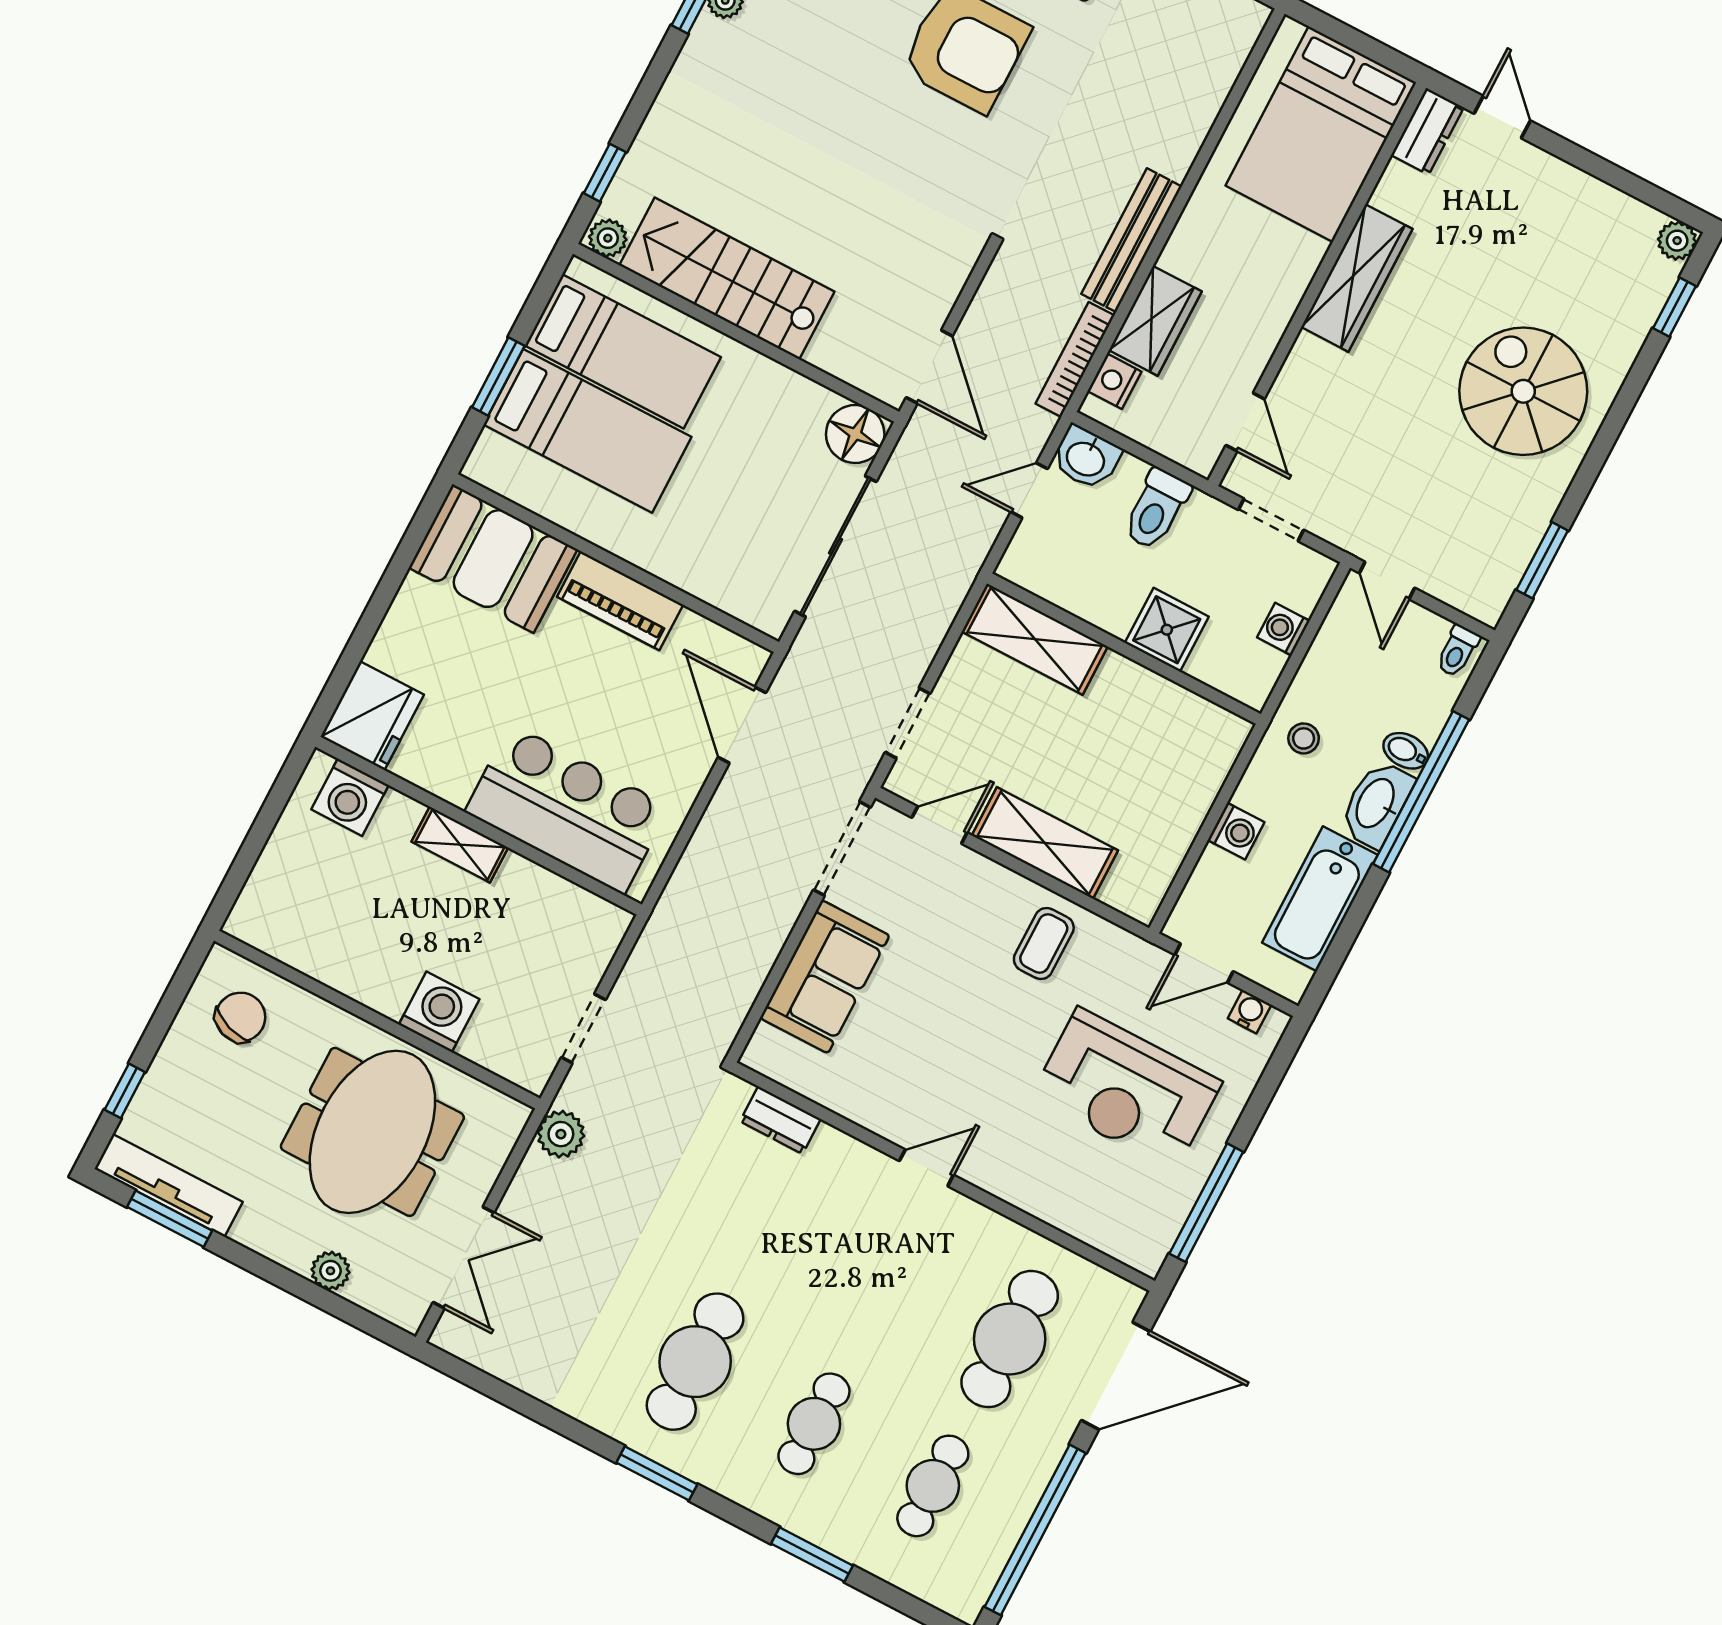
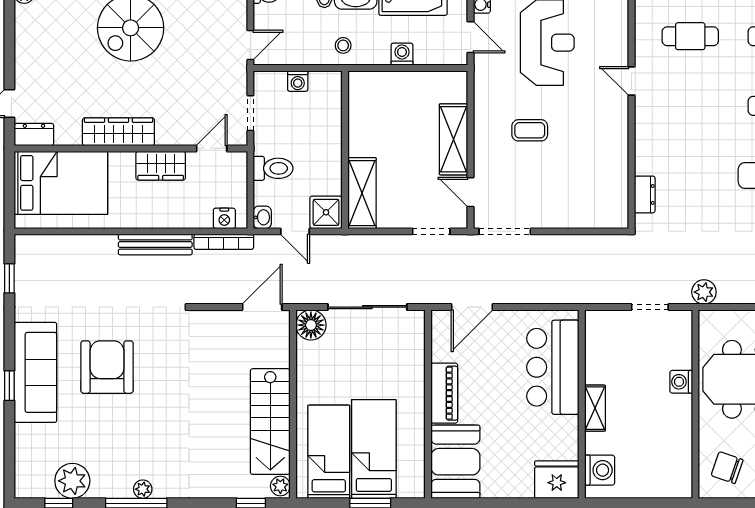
wardrobe: (1155, 321) -> (161, 166), moved, turned 180
washbasin: (1086, 458) -> (262, 217), width x0.72, depth x0.69
shower: (1167, 630) -> (326, 212), moved
coffee table: (1044, 943) -> (530, 130), moved
sofa: (825, 977) -> (568, 208), removed
washing machine: (439, 1012) -> (681, 382), width x0.73, depth x0.73
door: (926, 1168) -> (631, 81), moved
cafe table: (1010, 1339) -> (690, 36), width x0.73, depth x0.74

